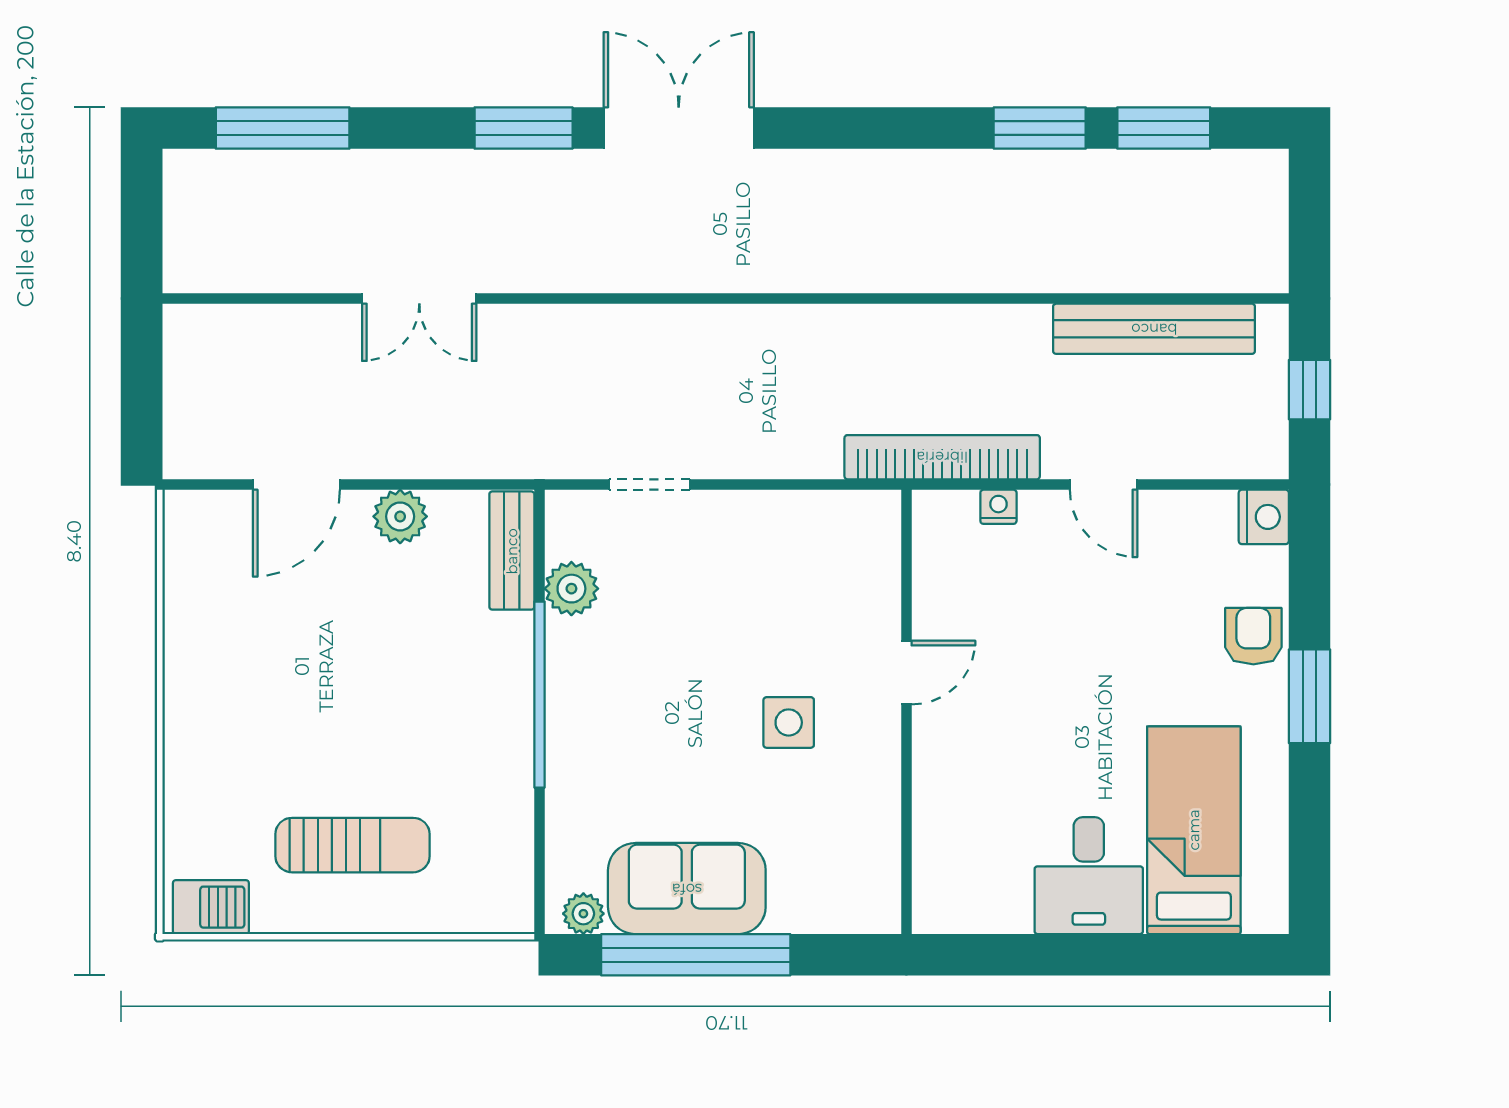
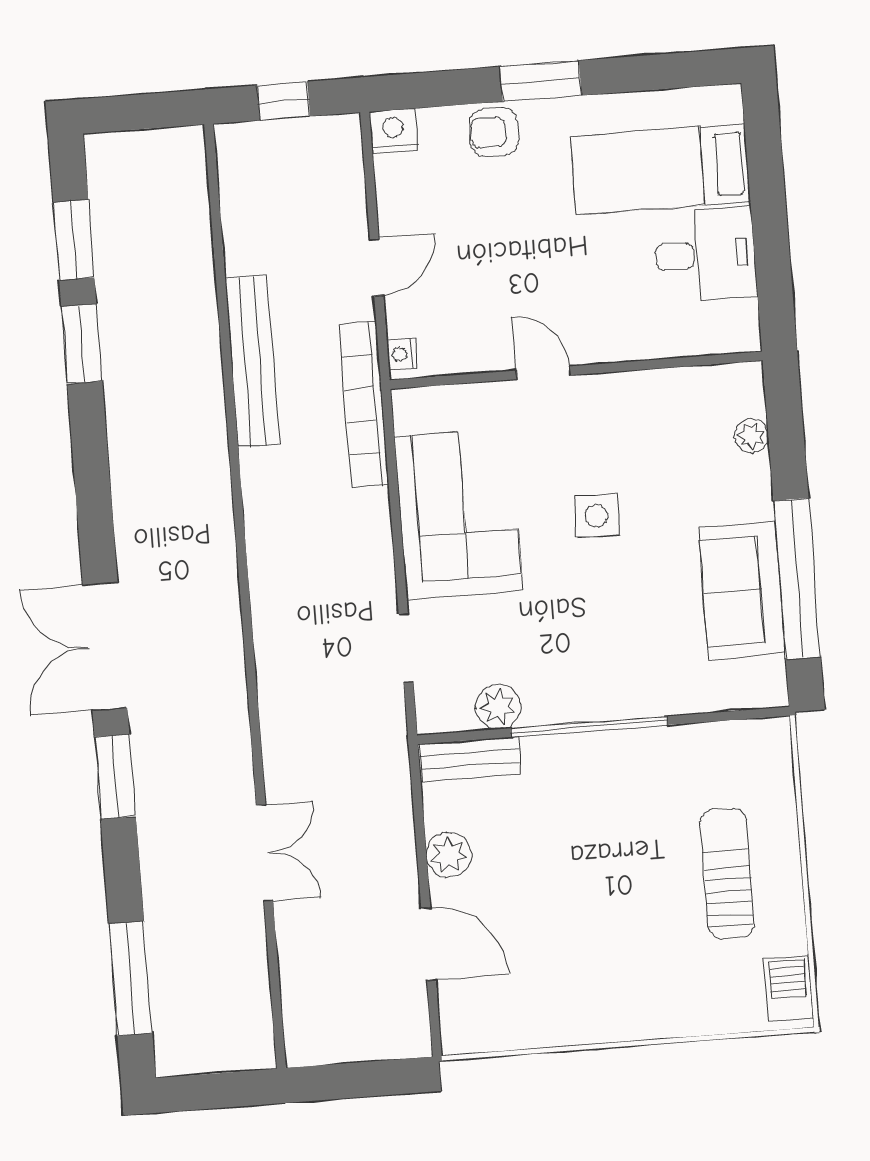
bench: (1154, 329) -> (252, 361), moved
corner sofa: (804, 559) -> (458, 514), added
door: (906, 673) -> (543, 373), moved
wall: (906, 712) -> (576, 370), moved
plant: (583, 914) -> (751, 436), moved

